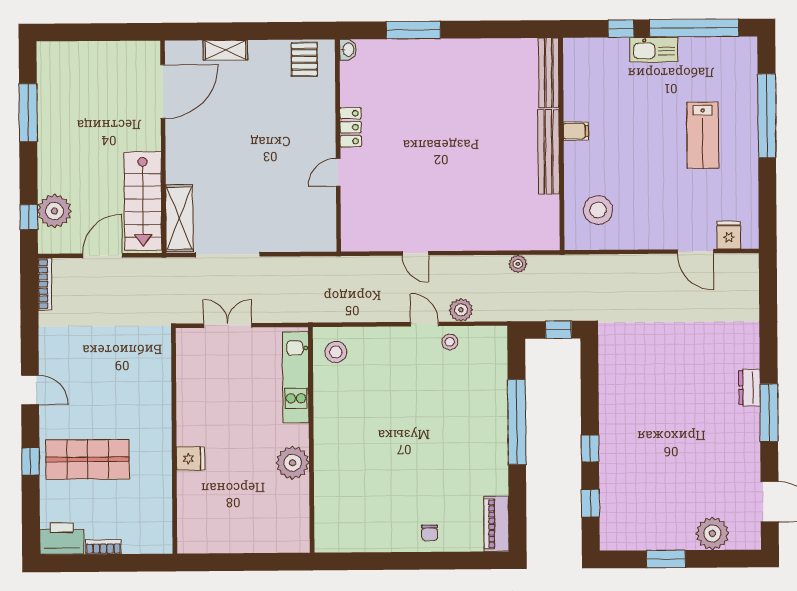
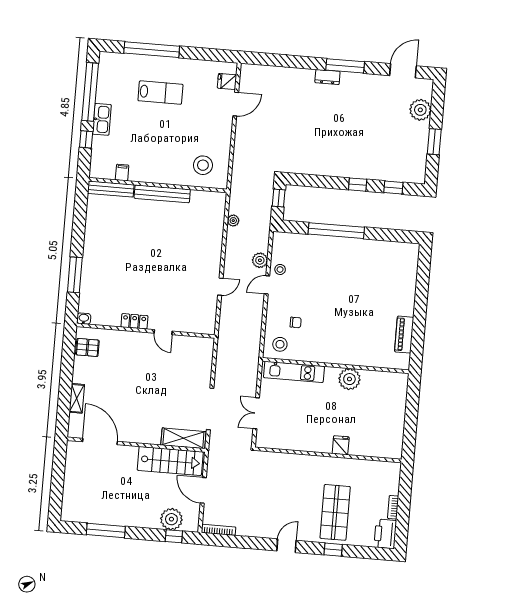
filing cabinet: (576, 131) -> (122, 173), moved
piano: (496, 524) -> (404, 335), moved, turned 90
chair: (429, 533) -> (296, 322), moved

